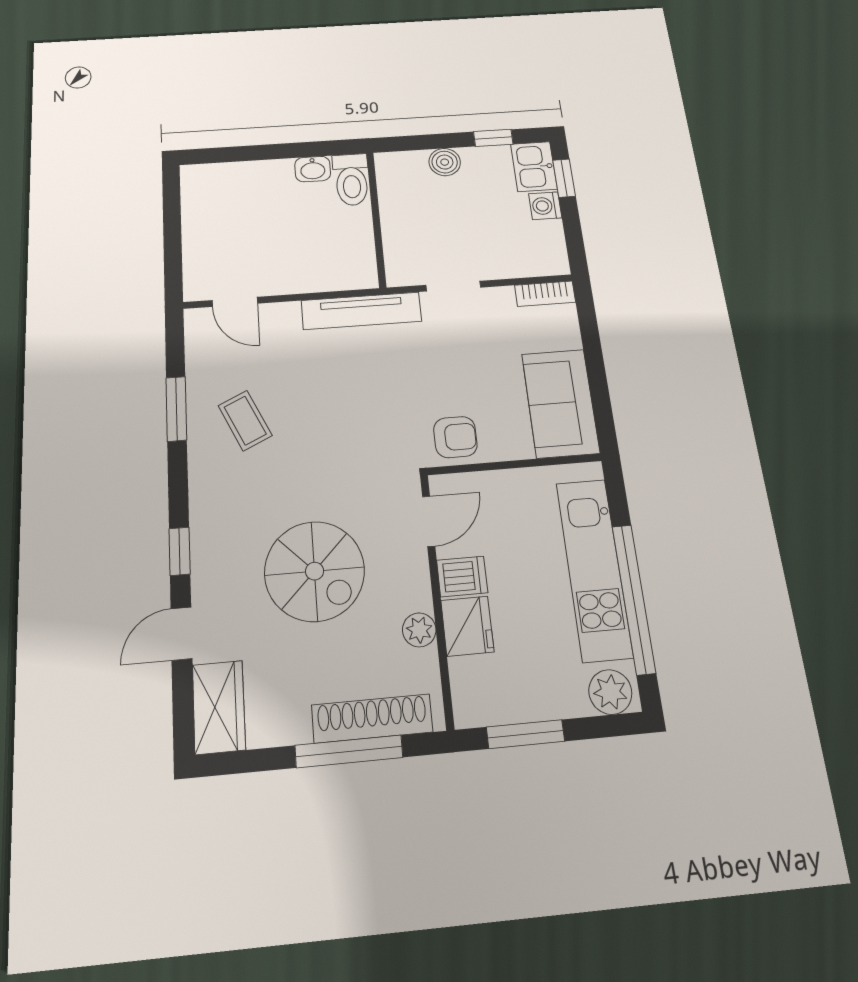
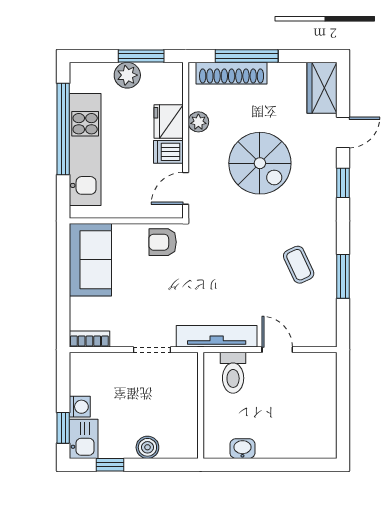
toilet: (351, 180) -> (233, 373), moved, turned 180
door: (235, 302) -> (277, 350), moved
spiral stairs: (315, 571) -> (260, 163), turned 180
plant: (610, 692) -> (127, 75), moved

